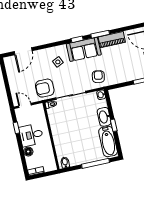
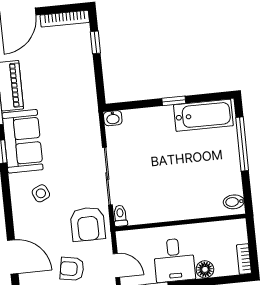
armchair: (98, 77) -> (72, 269), moved
door: (25, 105) -> (116, 265), swing flipped
washbasin: (104, 117) -> (156, 117), removed

